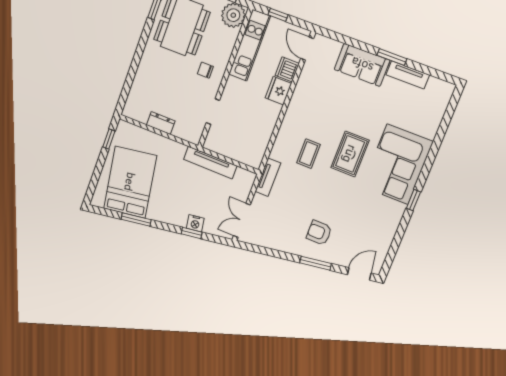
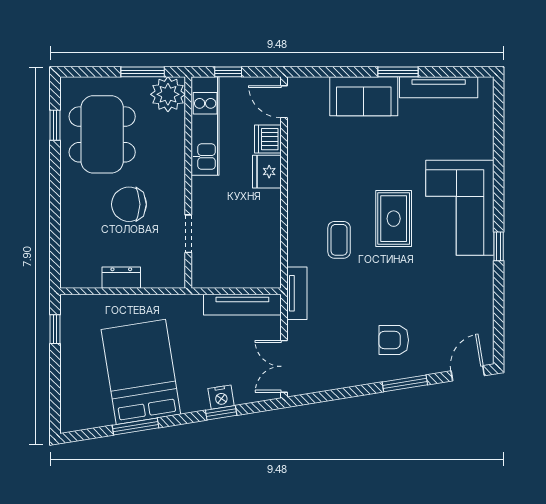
chair: (205, 70) -> (129, 204), moved, width x1.87, depth x1.87
tv unit: (408, 75) -> (439, 87), width x1.41
tv unit: (210, 163) -> (242, 305), moved
bed: (130, 182) -> (141, 372), moved

